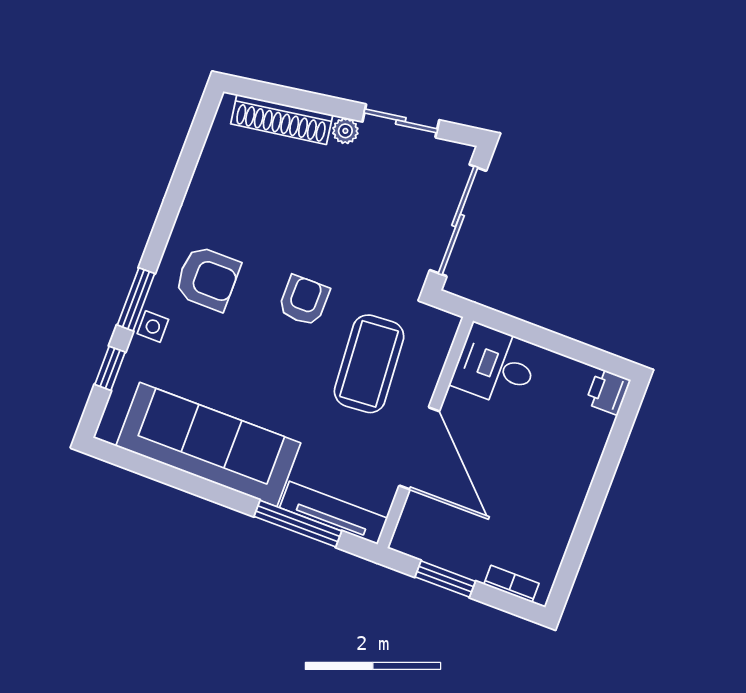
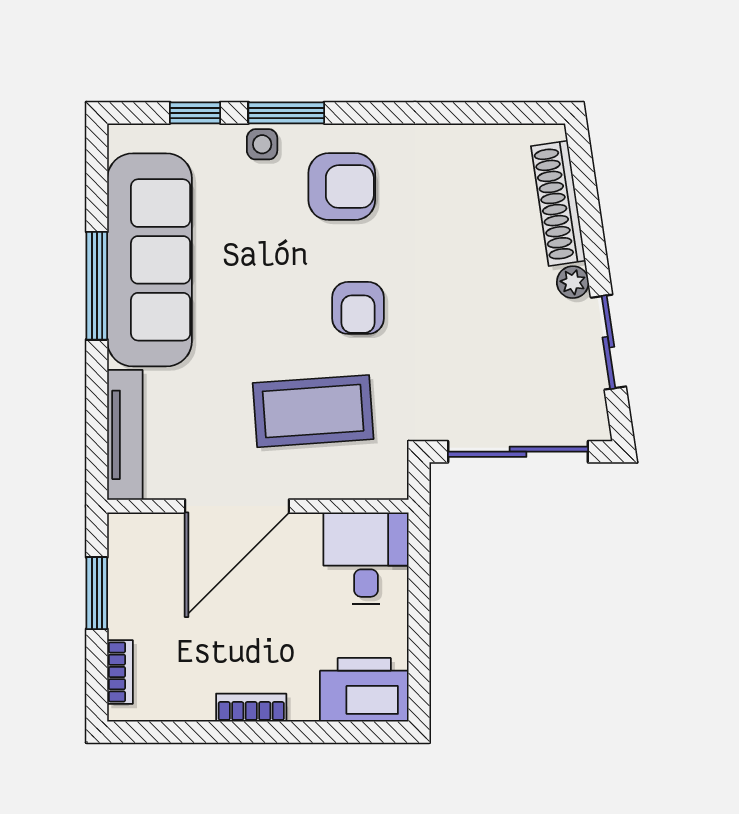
armchair: (207, 278) -> (342, 187), turned -90
armchair: (304, 301) -> (358, 308), turned 90
printer: (608, 392) -> (364, 690), width x1.87, depth x1.48
bookcase: (576, 495) -> (251, 708), added
window: (298, 524) -> (97, 286), moved

